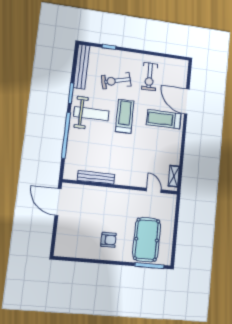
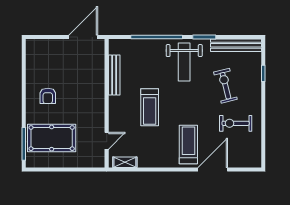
treadmill: (125, 116) -> (150, 107), moved, turned 90

